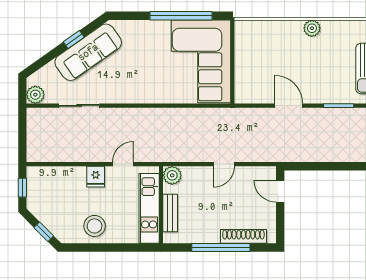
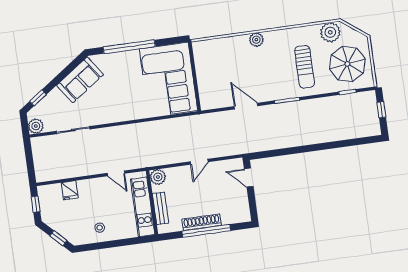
window: (181, 16) -> (129, 47), moved
window: (74, 40) -> (38, 98), moved
sofa: (88, 52) -> (80, 80), width x0.73
door: (123, 164) -> (116, 173), swing flipped
fridge: (96, 177) -> (70, 190), moved
stool: (95, 226) -> (100, 228), width x0.53, depth x0.53
shoe rack: (243, 236) -> (202, 222), moved

